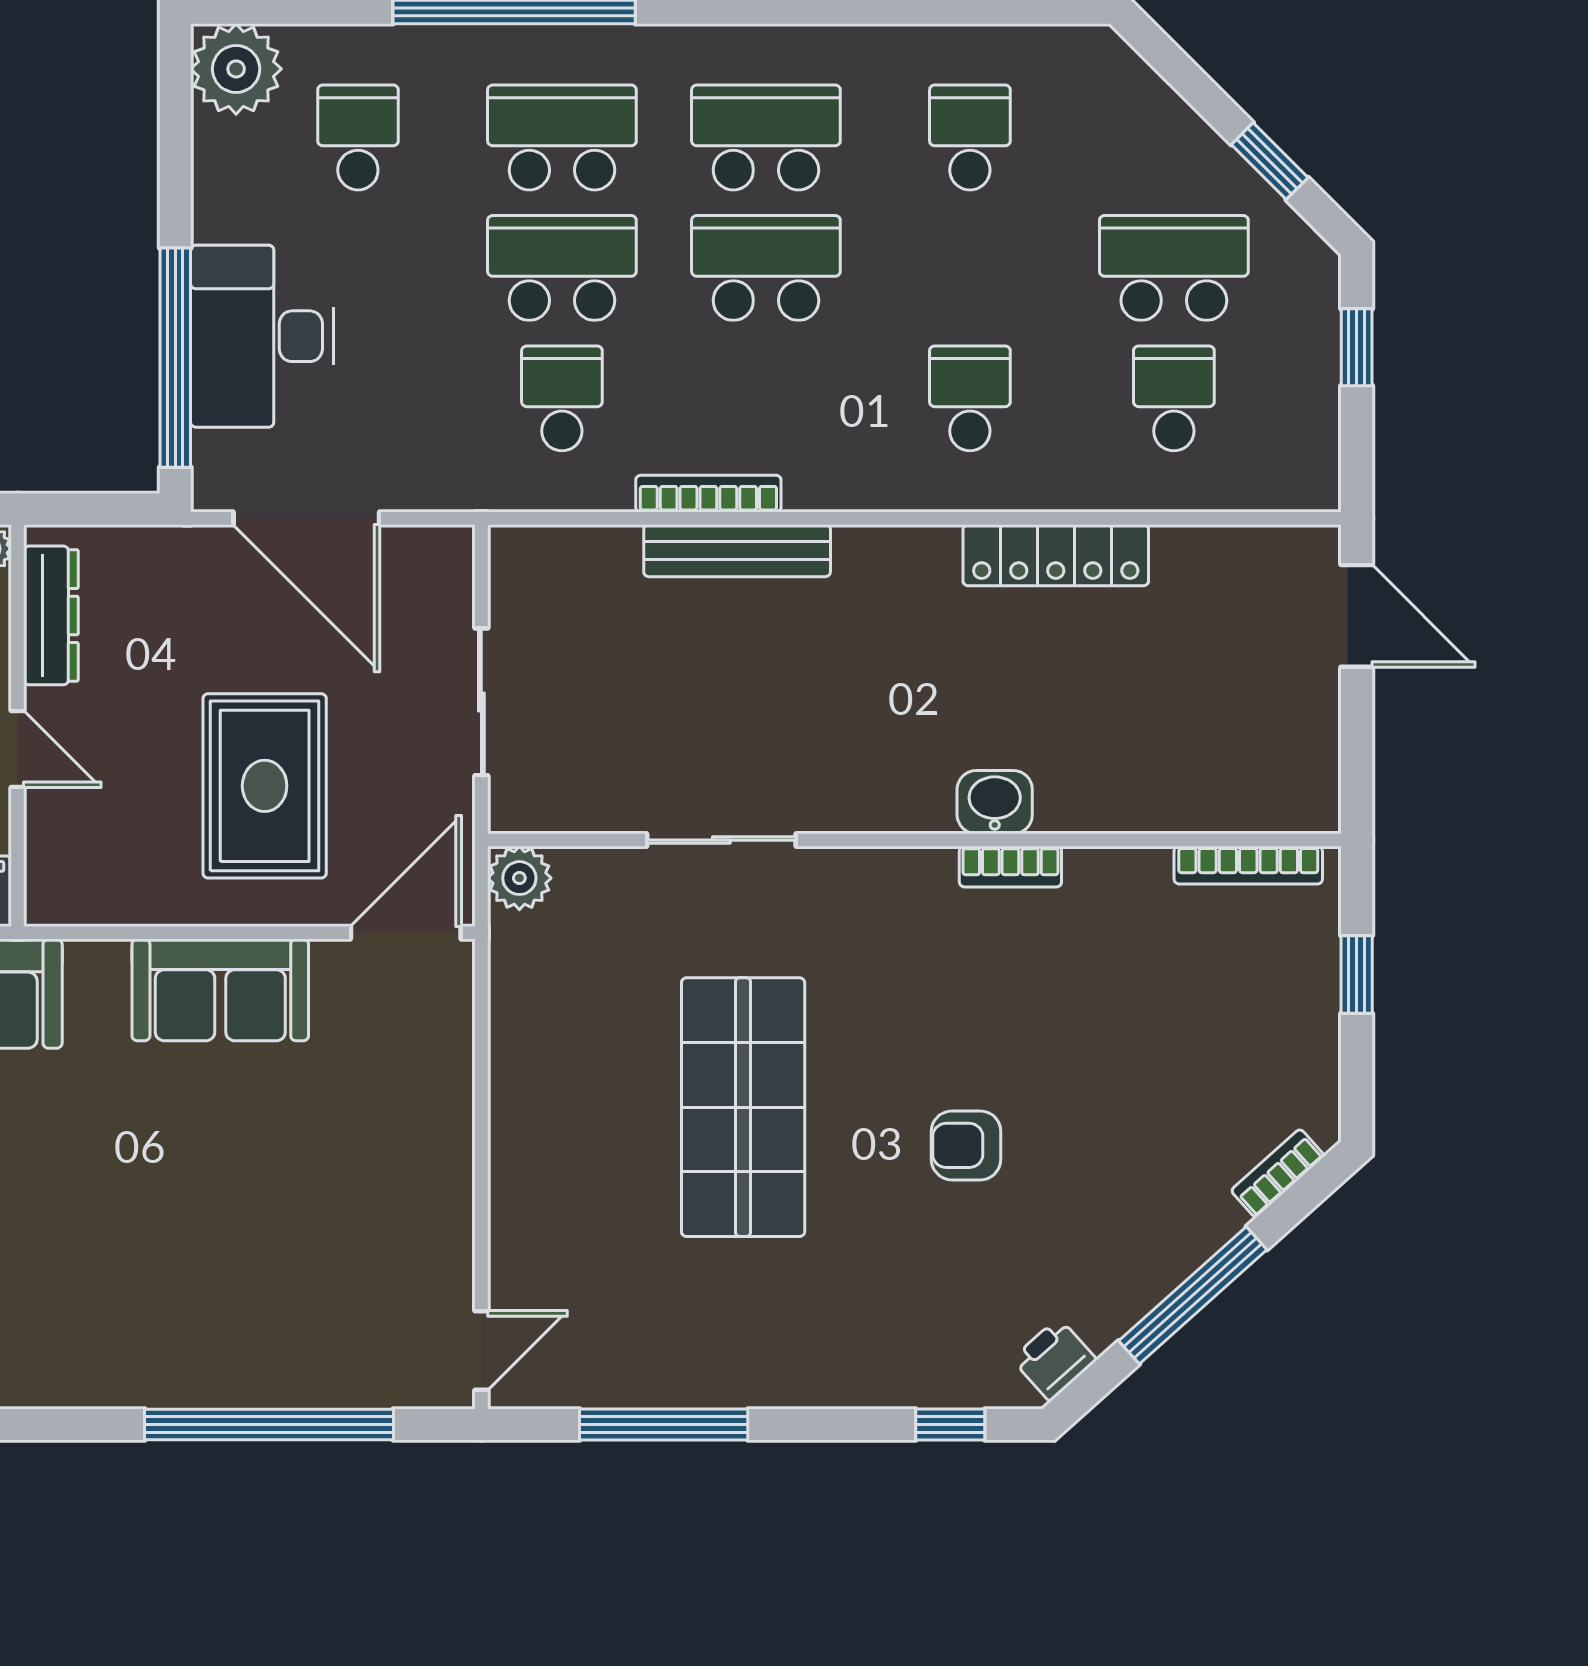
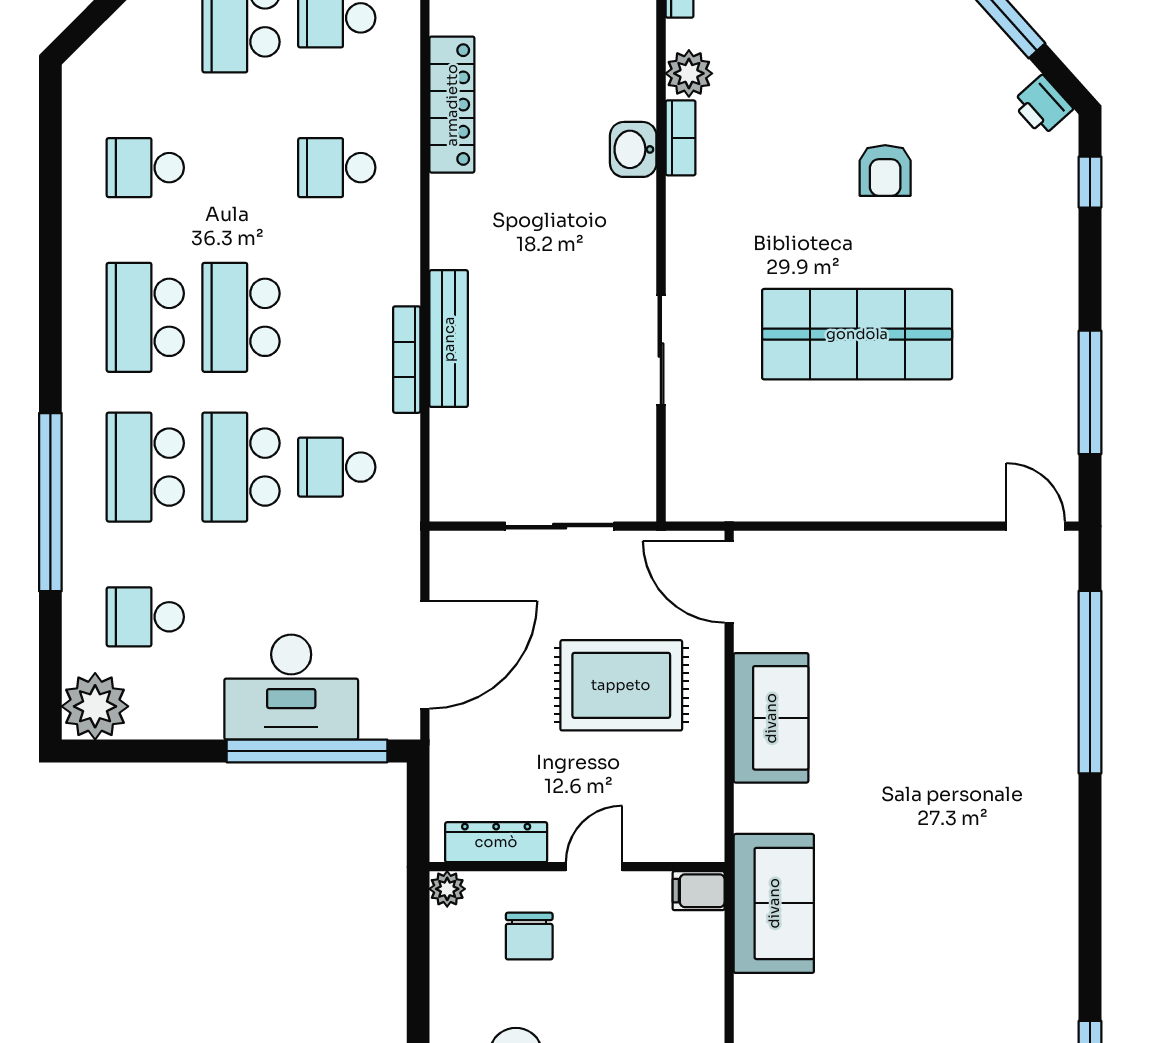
plant: (519, 878) -> (689, 73), moved

